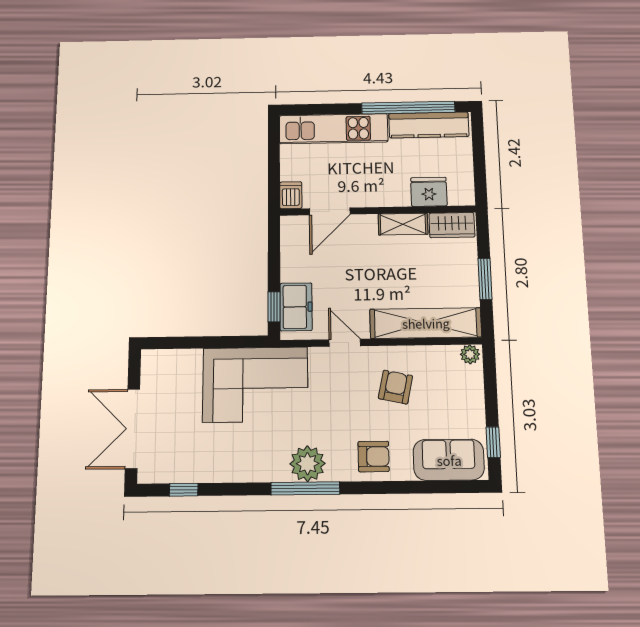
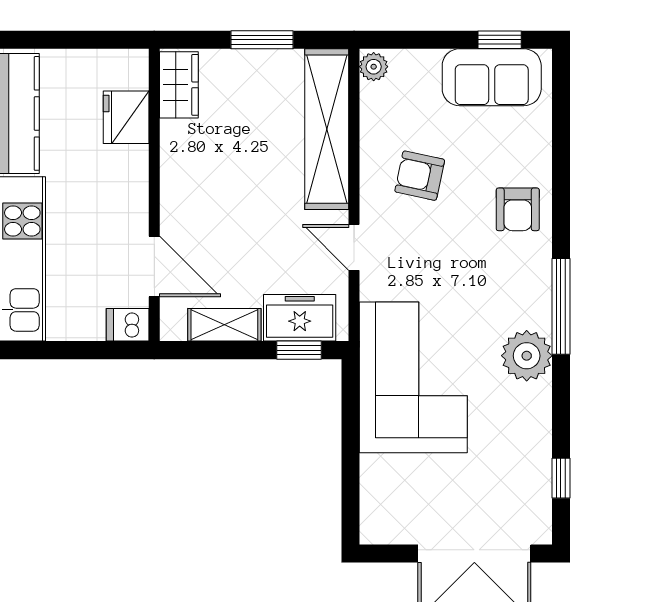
shelving: (403, 224) -> (224, 325), moved, turned 90
door: (345, 343) -> (354, 247), hinge flipped
armchair: (374, 456) -> (518, 209), turned 180
sofa: (449, 460) -> (492, 77), moved, turned -90
plant: (308, 464) -> (527, 356), moved

